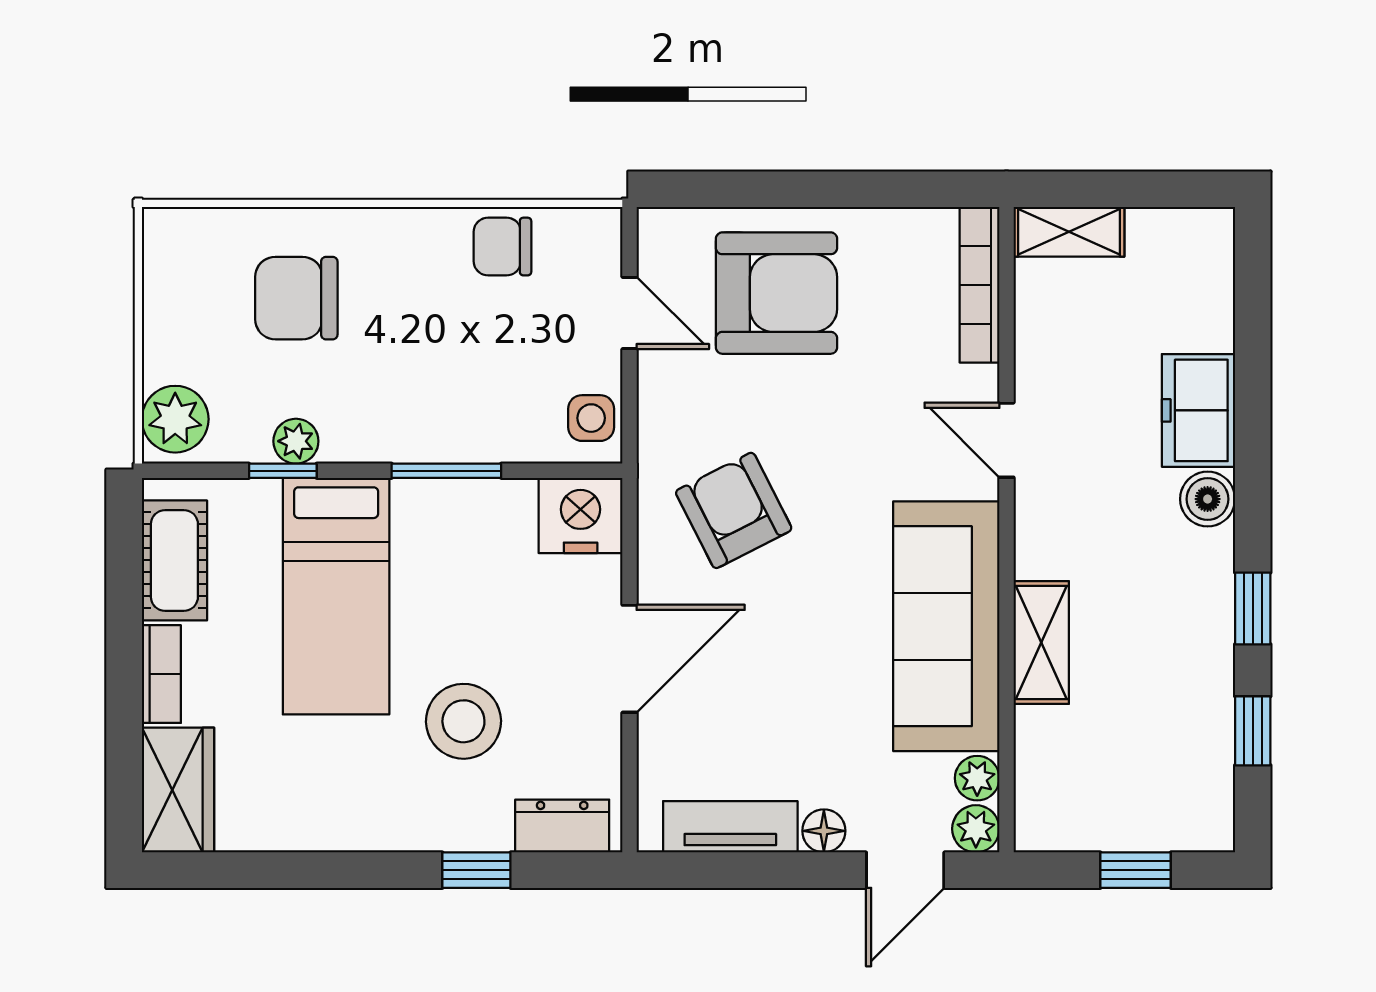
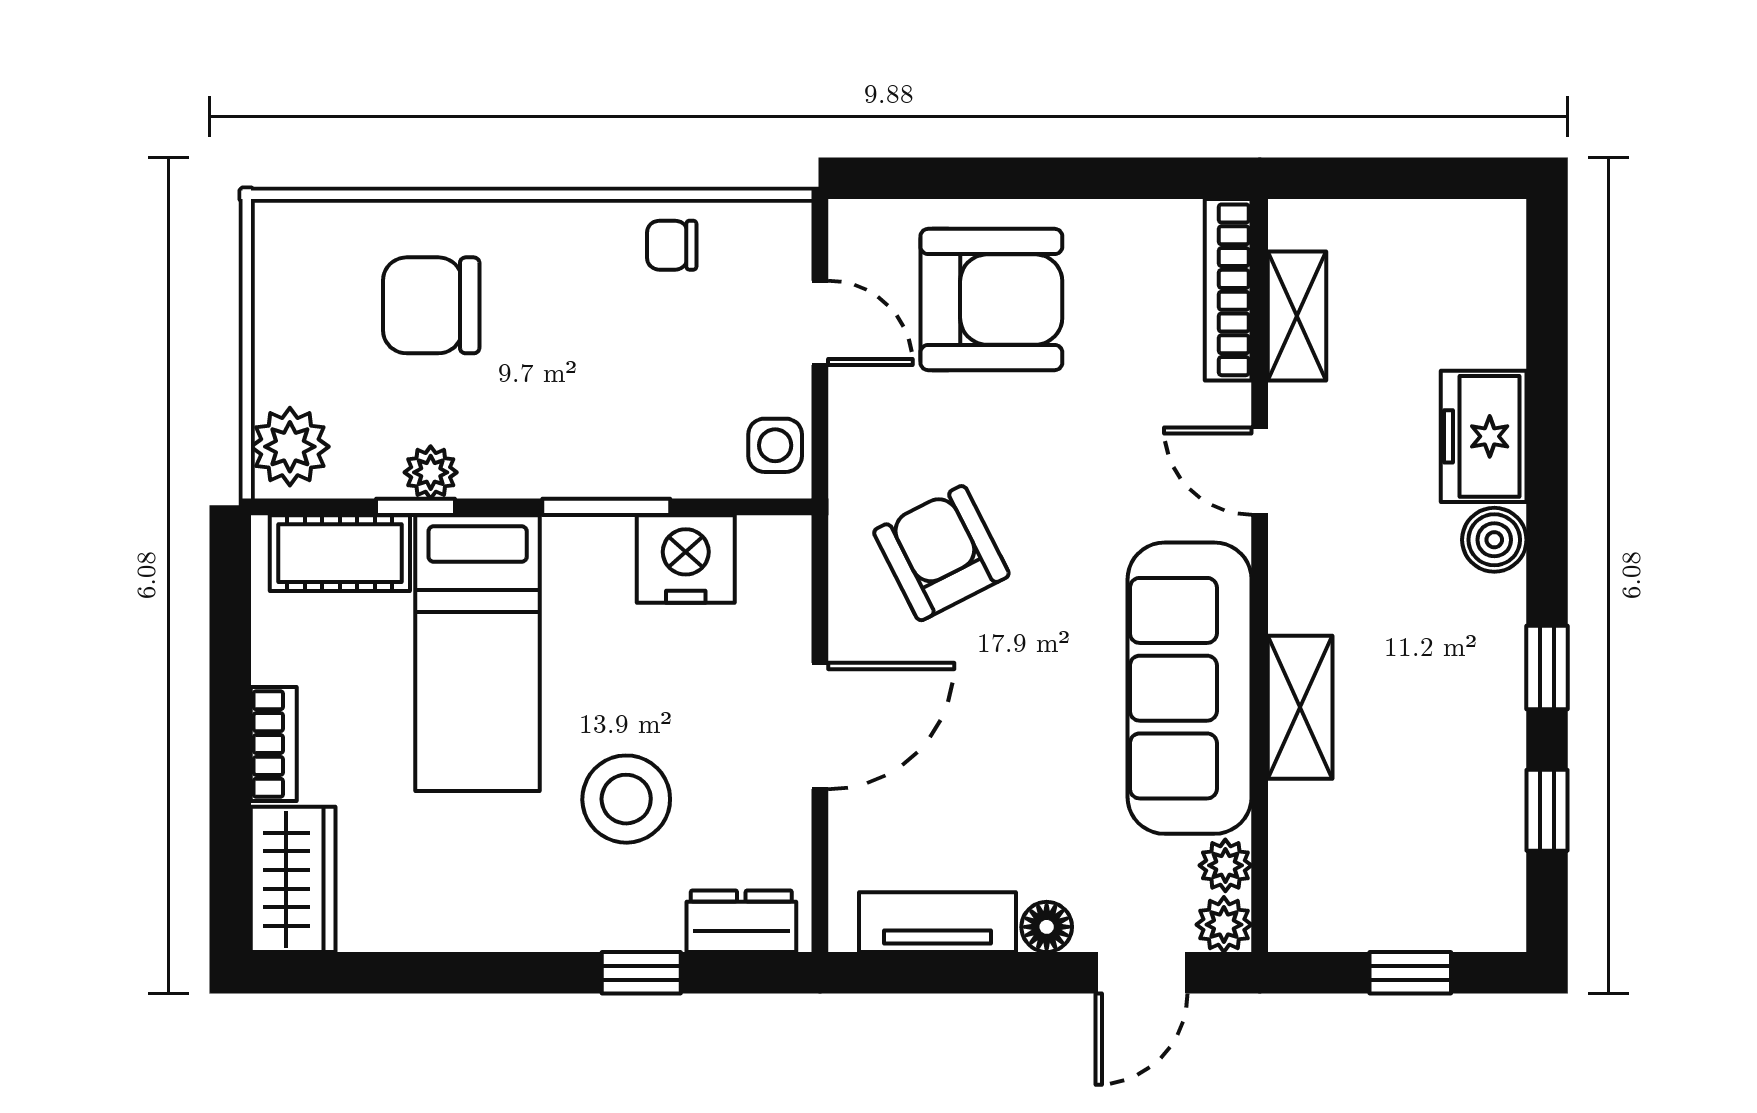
shelving: (1069, 232) -> (1297, 316), moved, turned 90
chair: (502, 247) -> (672, 245), width x0.73, depth x0.73
nightstand: (581, 515) -> (686, 559), moved
cot: (174, 560) -> (340, 553), moved, turned 90

